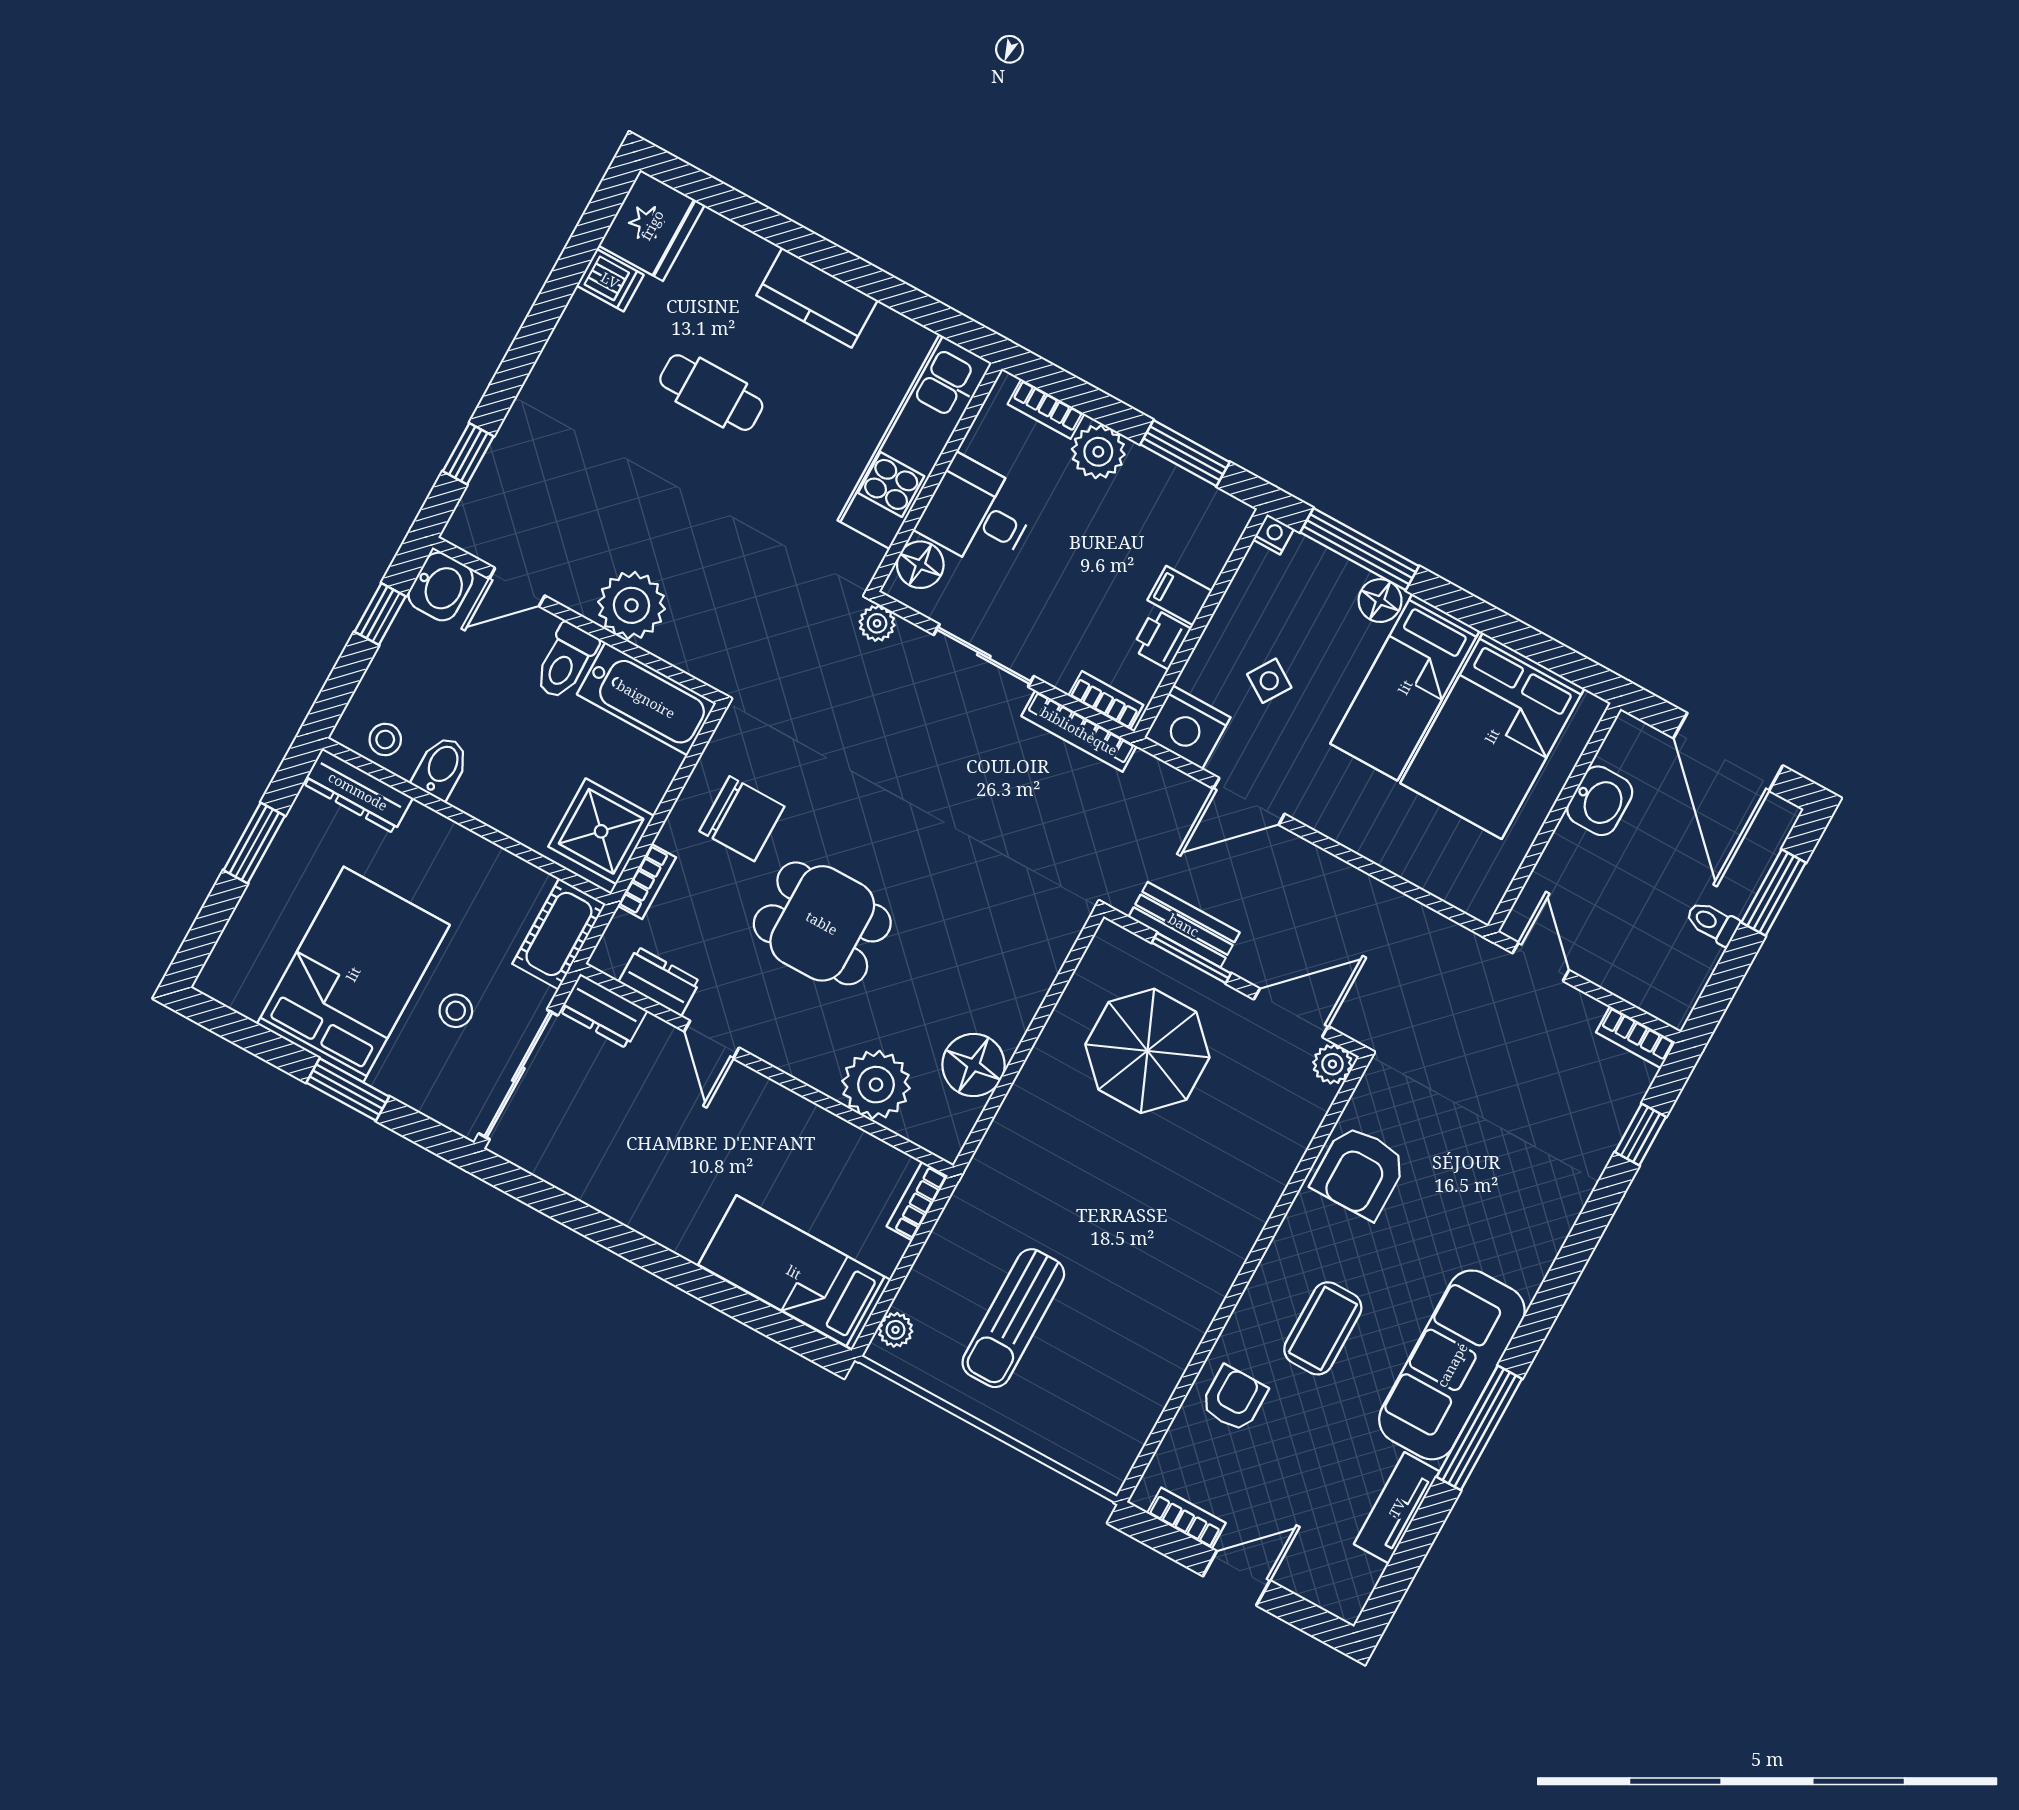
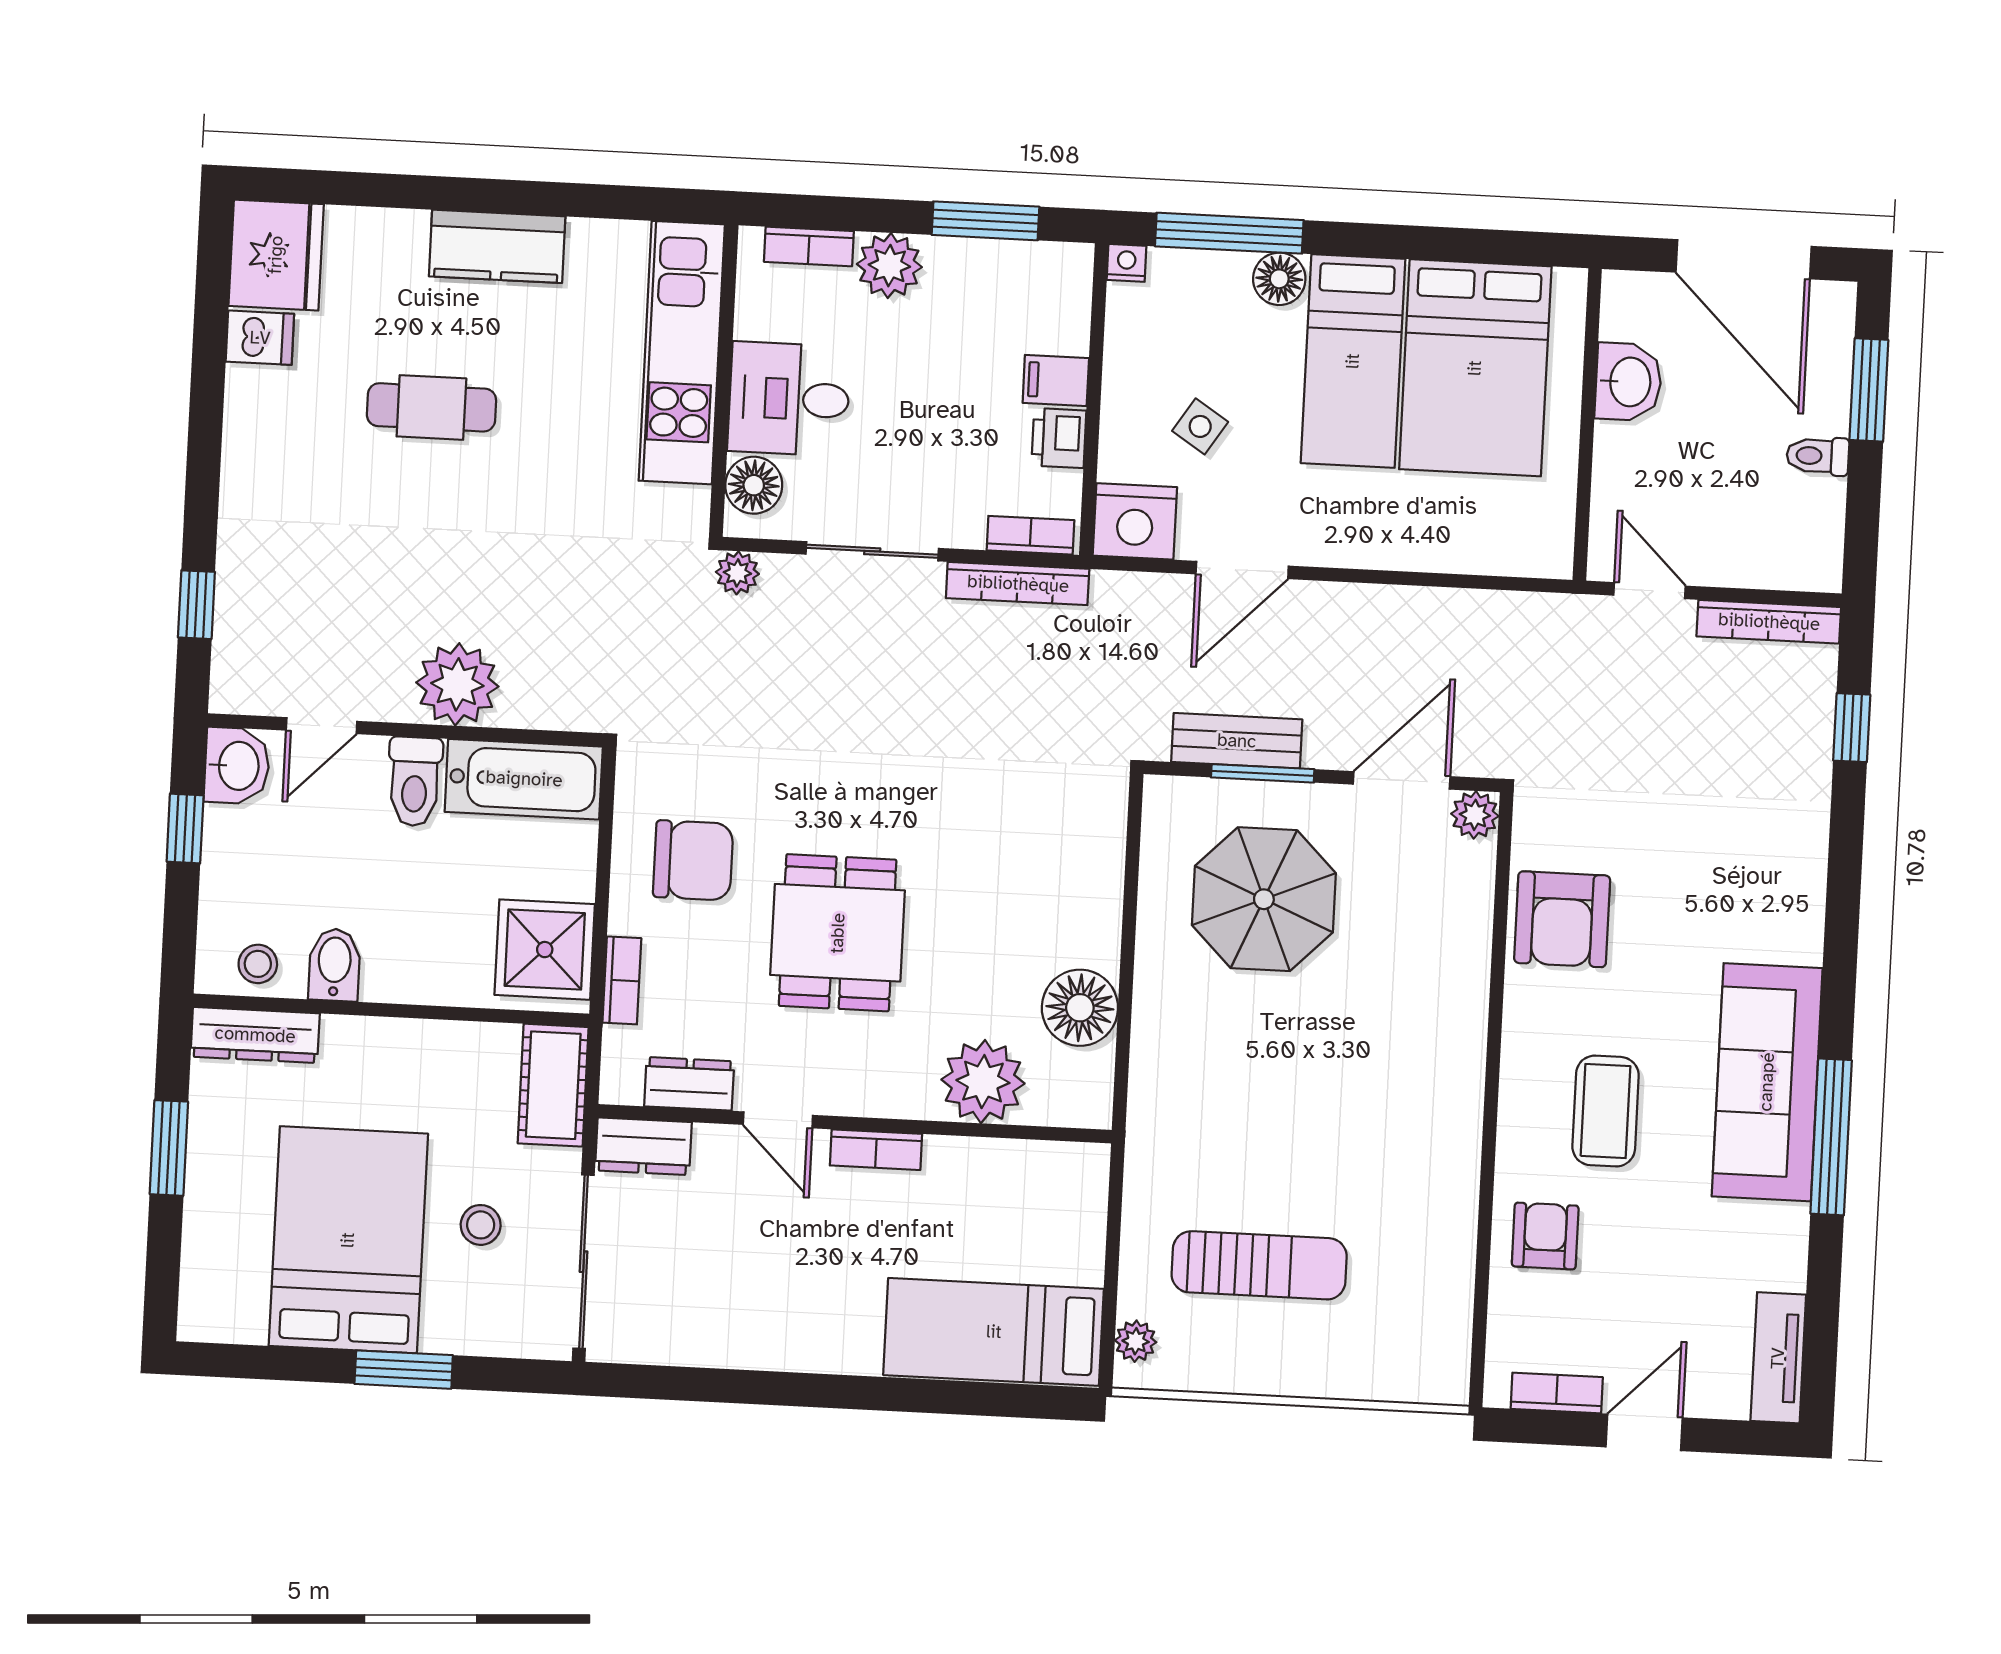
dining table: (822, 923) -> (838, 933), turned 90
bookcase: (1636, 1037) -> (1769, 622), width x1.56
bookcase: (917, 1201) -> (876, 1150), moved, turned -90
sun lounger: (1013, 1318) -> (1259, 1265), turned -90
tv unit: (1397, 1508) -> (1778, 1358), moved

